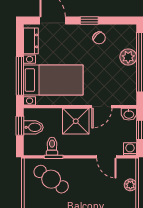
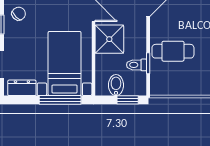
window: (20, 126) -> (128, 100), moved
cafe table: (51, 179) -> (173, 51), moved, turned 55

